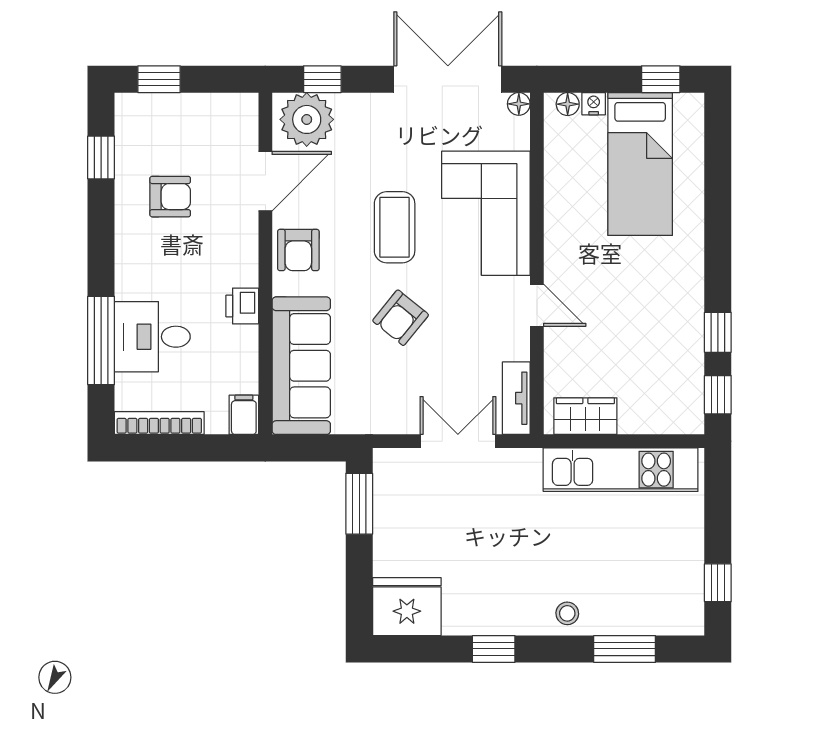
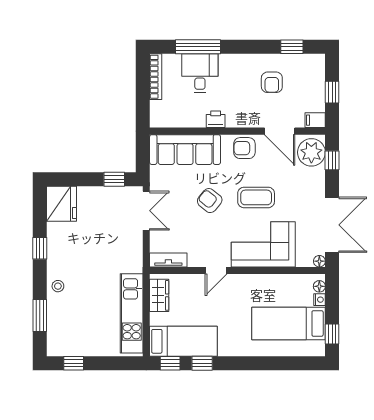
window: (159, 79) -> (332, 92), moved
bed: (675, 369) -> (183, 341), added
filing cabinet: (244, 415) -> (315, 120), moved, turned 180
double door: (458, 441) -> (146, 211), moved
window: (359, 504) -> (114, 179), width x0.67

